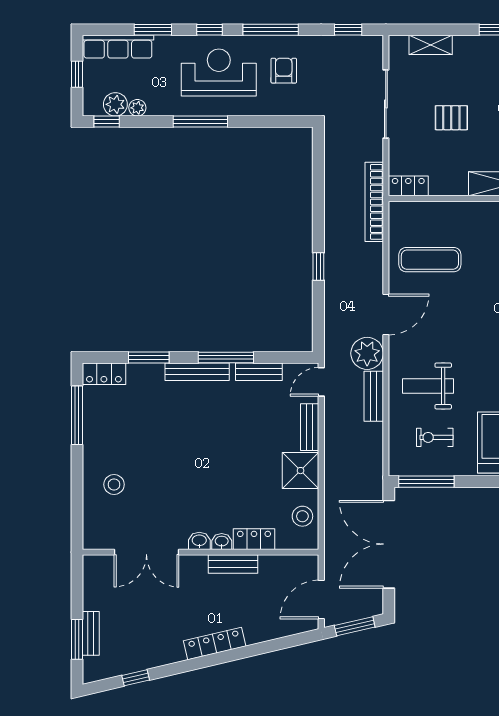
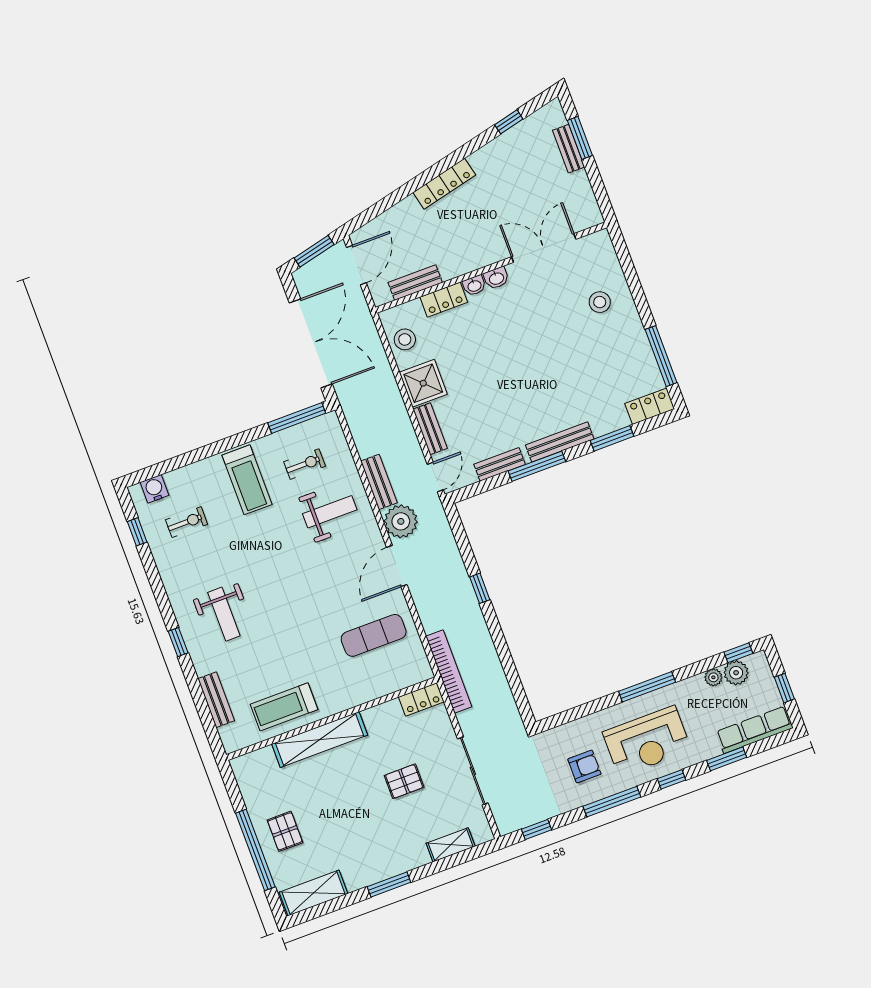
armchair: (284, 71) -> (584, 767), turned -90
bench: (233, 564) -> (415, 283), moved

